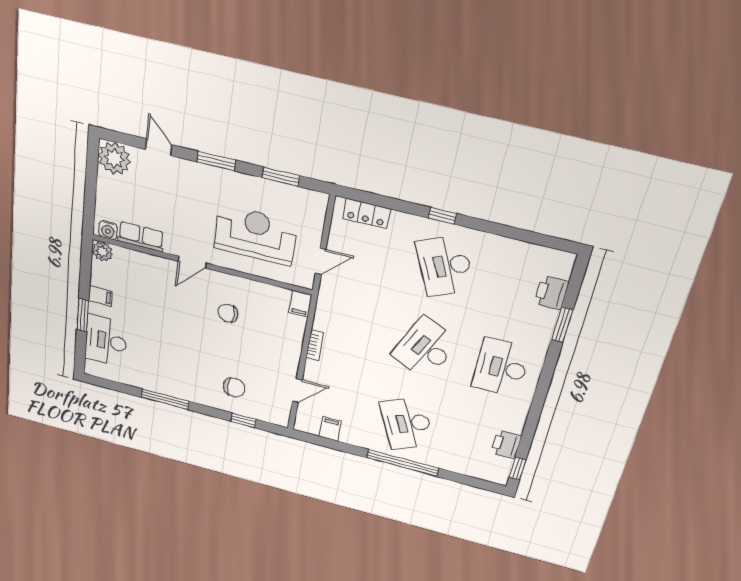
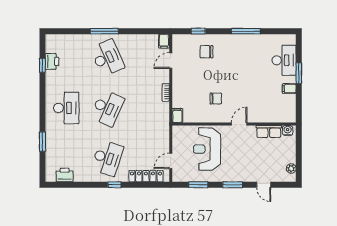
plant: (114, 158) -> (291, 168), width x0.53, depth x0.53
locker: (366, 214) -> (146, 176), width x1.53
reception desk: (255, 235) -> (207, 149), turned 90
plant: (102, 252) -> (290, 117), removed
door: (321, 262) -> (171, 161), moved
desk: (445, 266) -> (107, 158), turned 42
printer: (552, 293) -> (65, 175), moved, turned -90
filing cabinet: (330, 429) -> (164, 41), moved
window: (403, 463) -> (104, 31), width x0.68
window: (517, 469) -> (42, 65), moved

